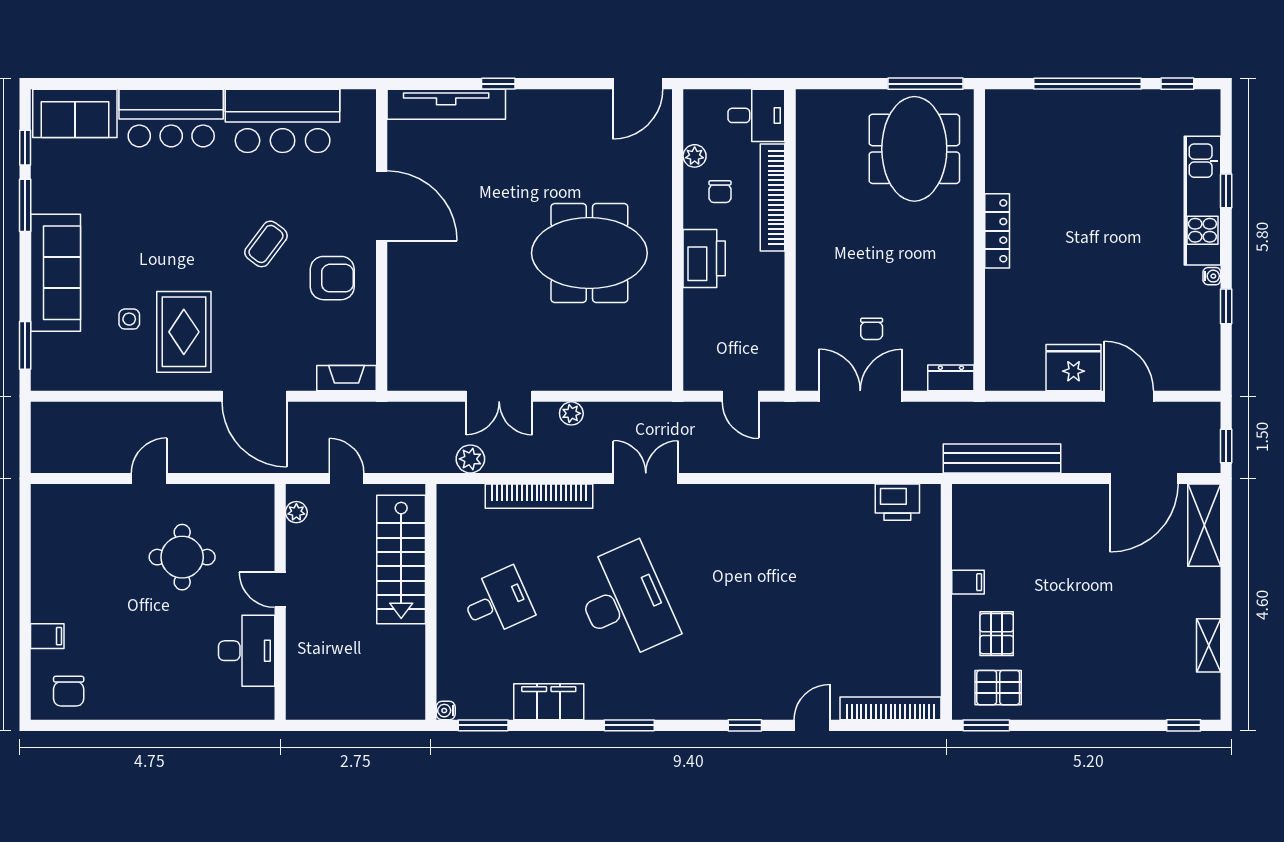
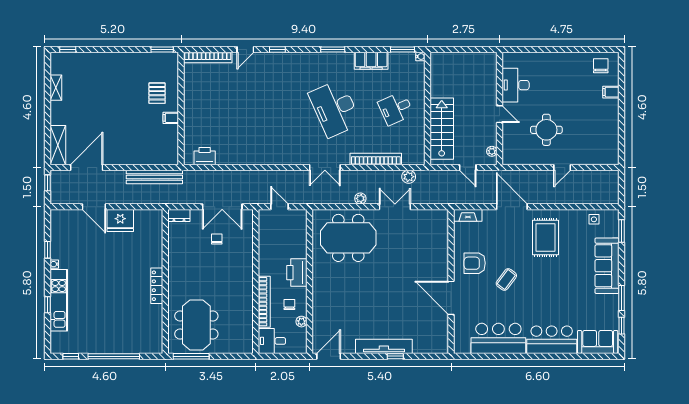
tv unit: (446, 104) -> (384, 346), moved
meeting table: (589, 253) -> (348, 238), moved
side table: (129, 319) -> (594, 219), moved
pallet: (998, 688) -> (156, 67), removed

